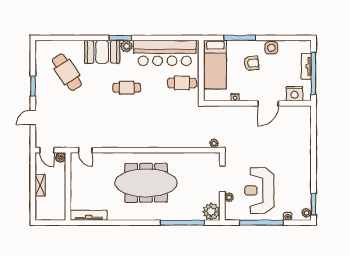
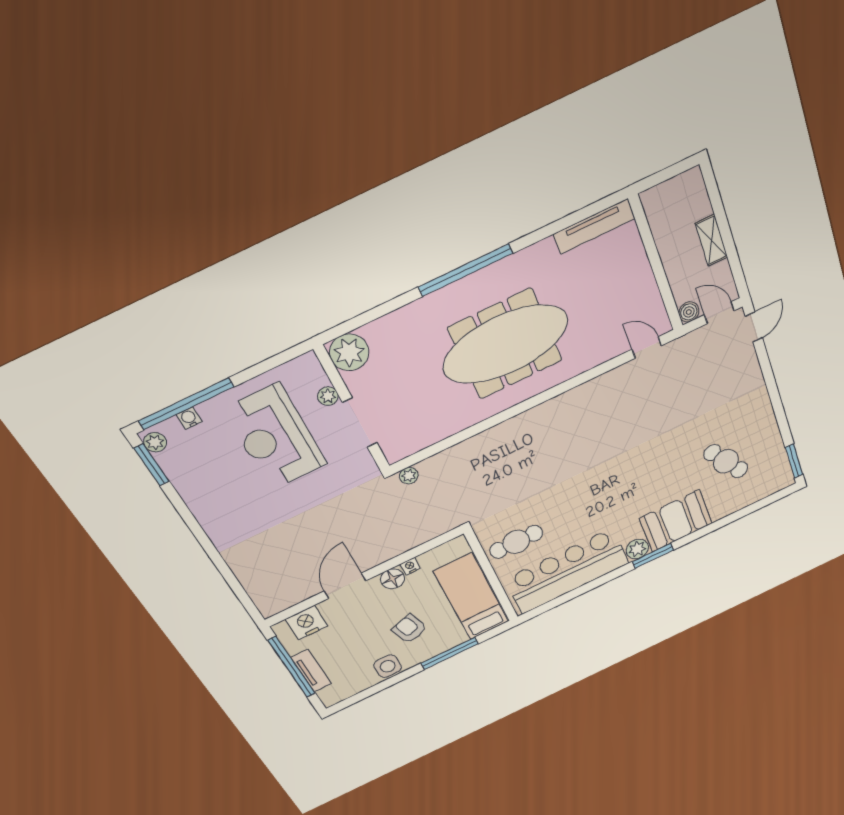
armchair: (251, 63) -> (409, 629), turned 77
cafe table: (67, 72) -> (726, 461), width x0.73, depth x0.74
window: (33, 86) -> (794, 461), moved
cafe table: (127, 88) -> (611, 488), removed
floor lamp: (246, 95) -> (392, 579), added
door: (33, 117) -> (754, 327), moved
reception desk: (259, 190) -> (275, 437), turned 180
window: (183, 223) -> (465, 270), moved
window: (261, 223) -> (186, 404), moved

